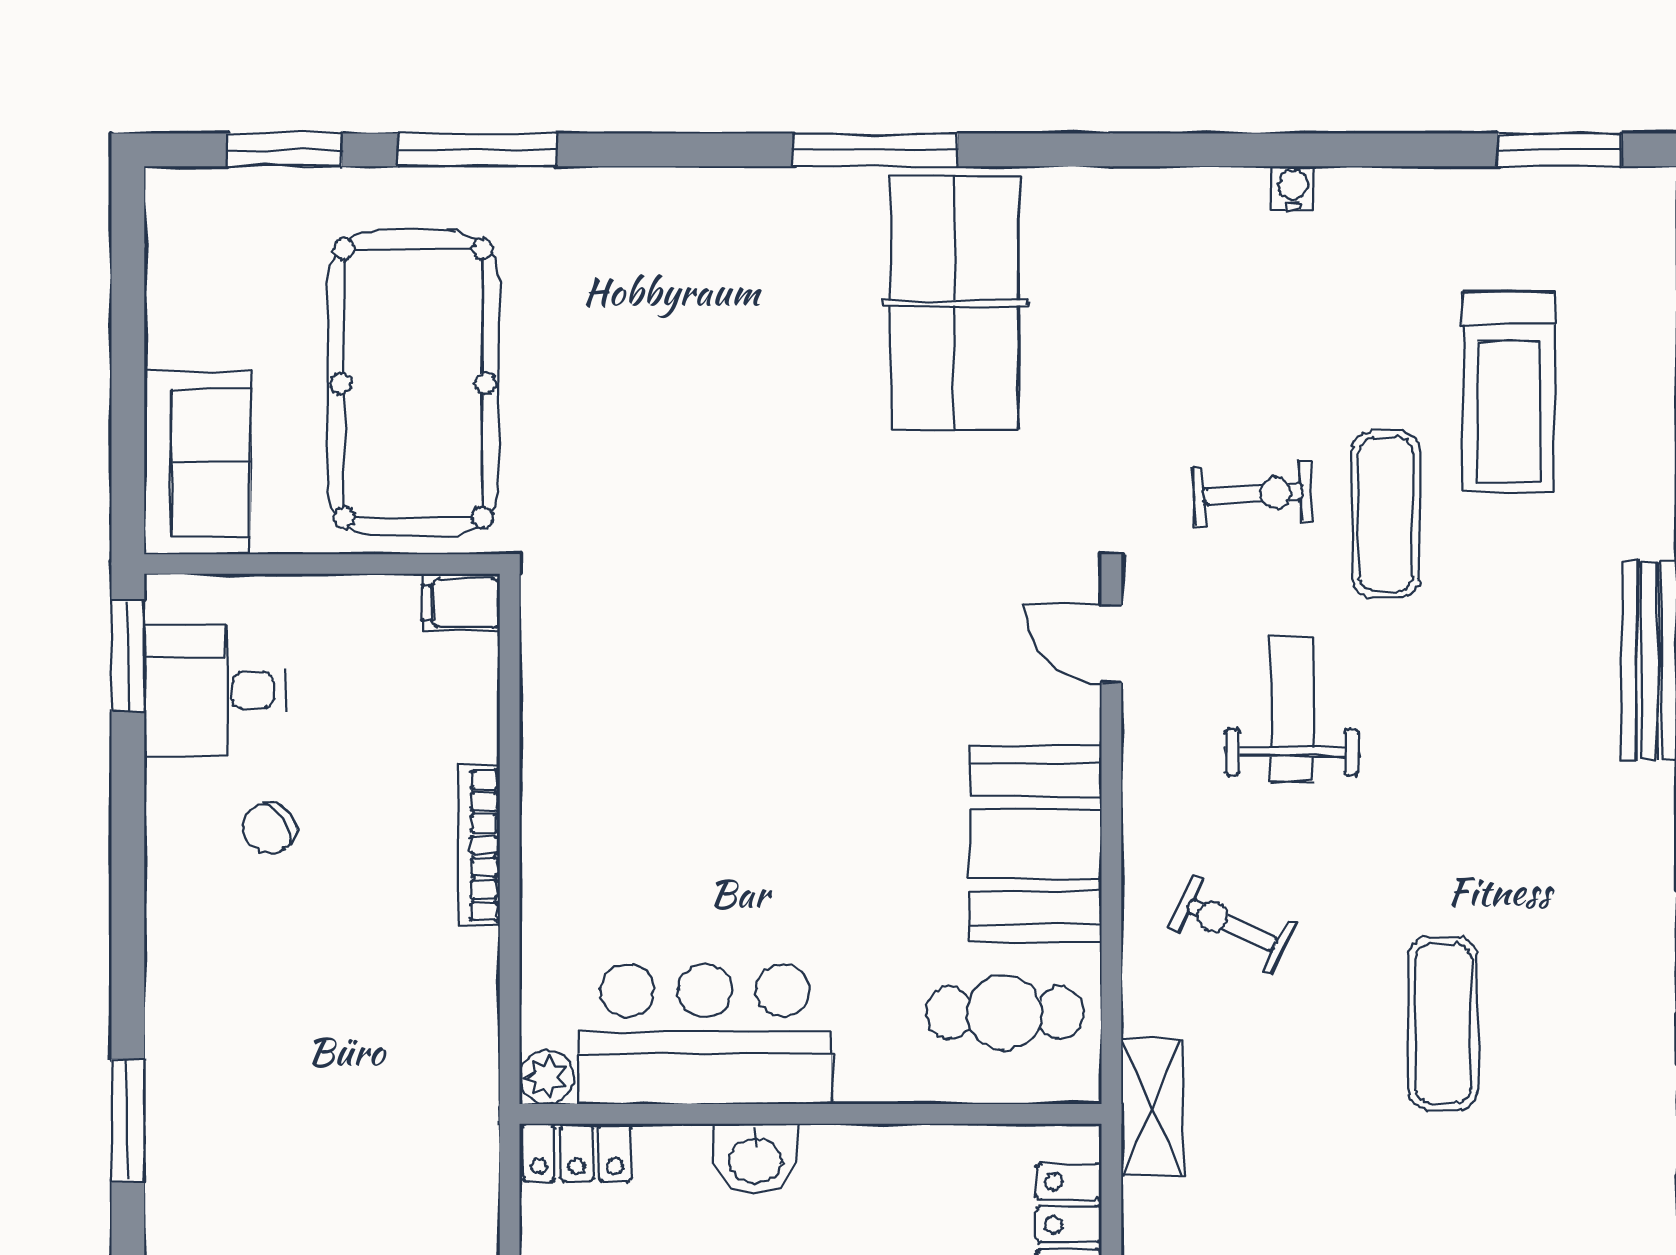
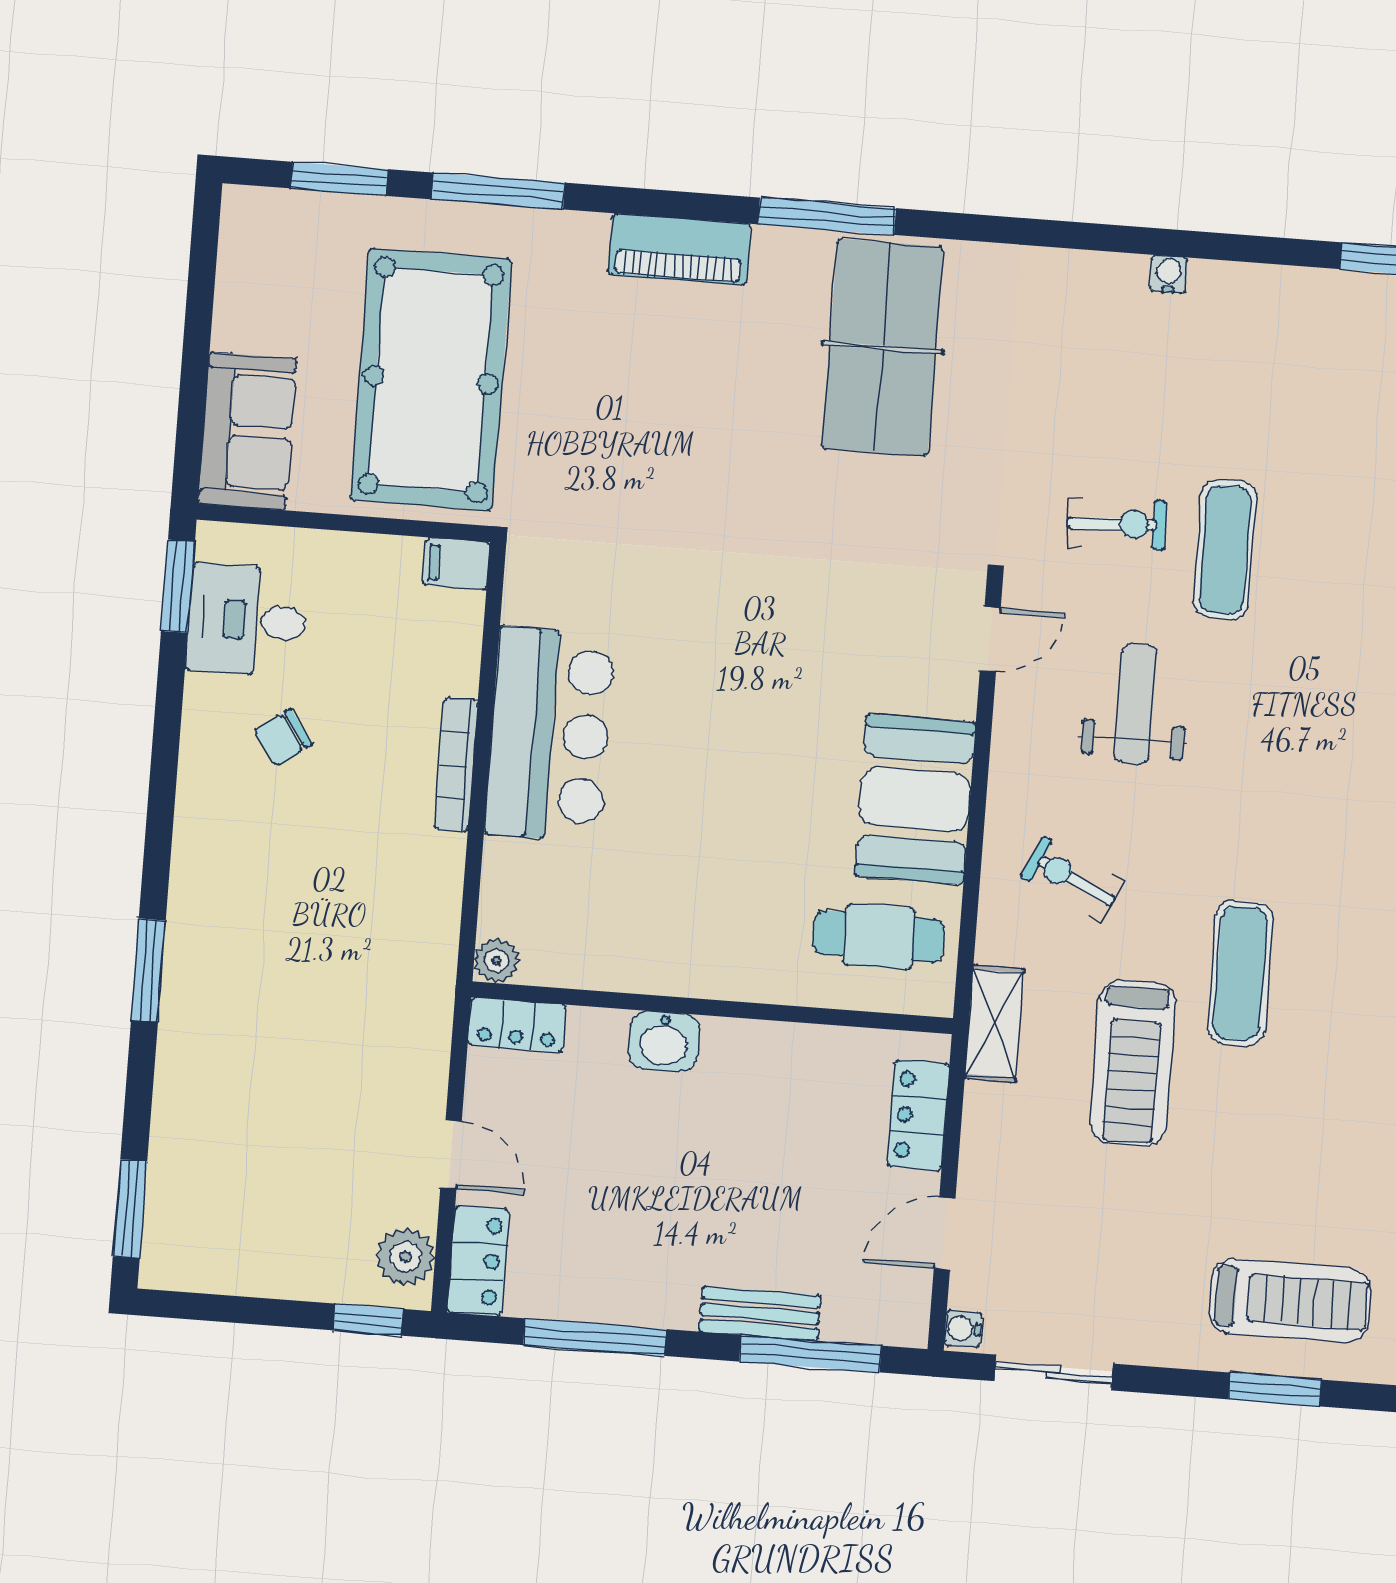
piano: (701, 203) -> (679, 249), added
treadmill: (1509, 392) -> (1133, 1063), moved
door: (1111, 644) -> (990, 639), swing flipped
bar counter: (705, 1034) -> (550, 734), moved, turned 90

